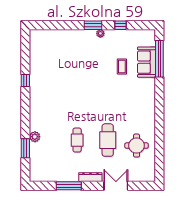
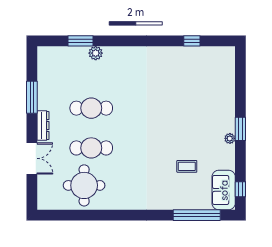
window: (120, 25) -> (240, 189), moved
sofa: (146, 62) -> (224, 190), moved, turned -90
window: (25, 80) -> (192, 41), moved
cafe table: (77, 140) -> (91, 108), width x1.37, depth x1.35
round table: (137, 146) -> (84, 185), width x1.36, depth x1.36

